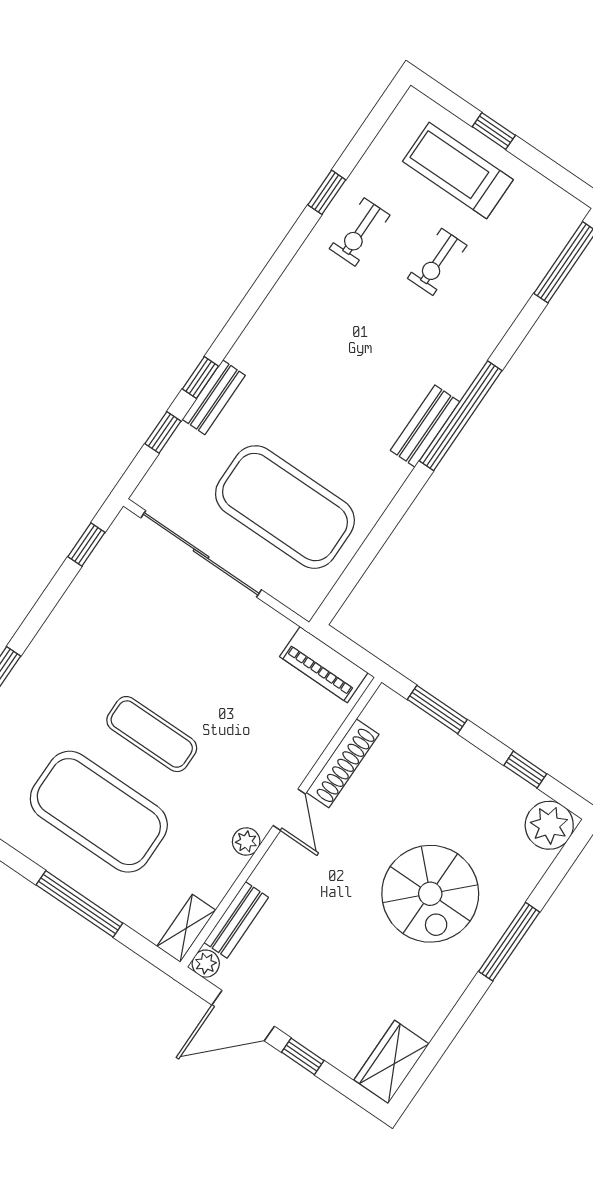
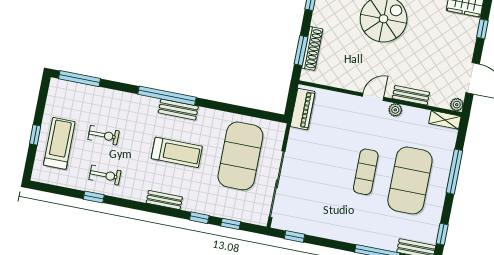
treadmill: (458, 170) -> (59, 143), turned 180
treadmill: (344, 388) -> (177, 152), added
bench: (214, 397) -> (164, 200), moved
shoe rack: (343, 763) -> (312, 48), moved, turned 90
bench: (236, 920) -> (411, 95), moved
window: (303, 1056) -> (482, 29), moved

